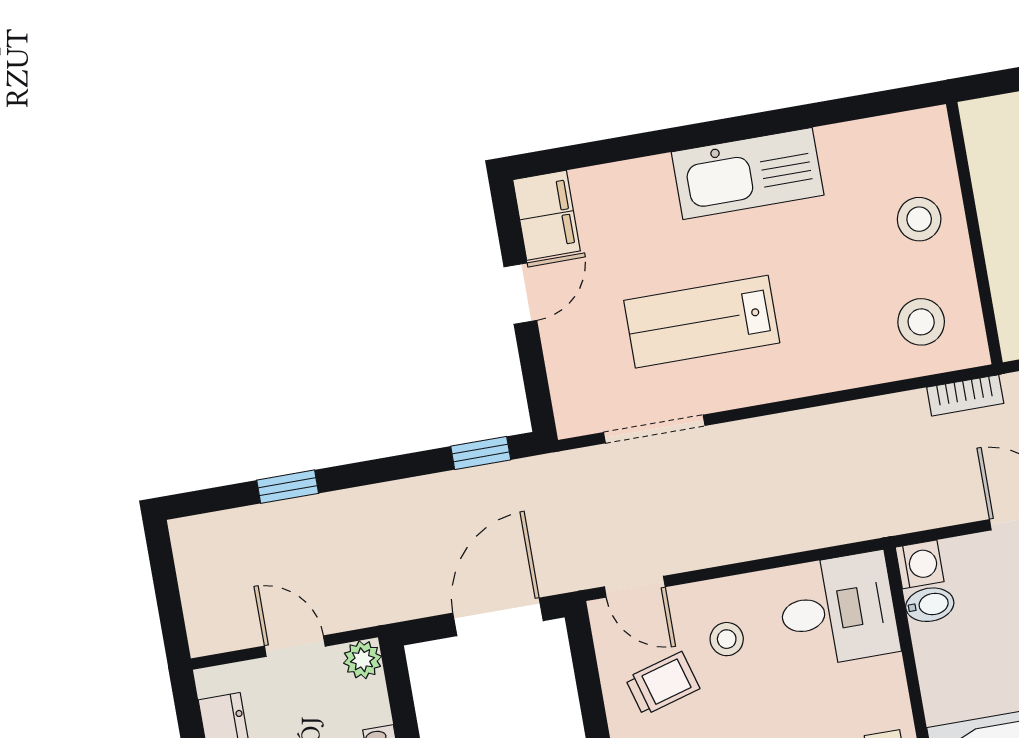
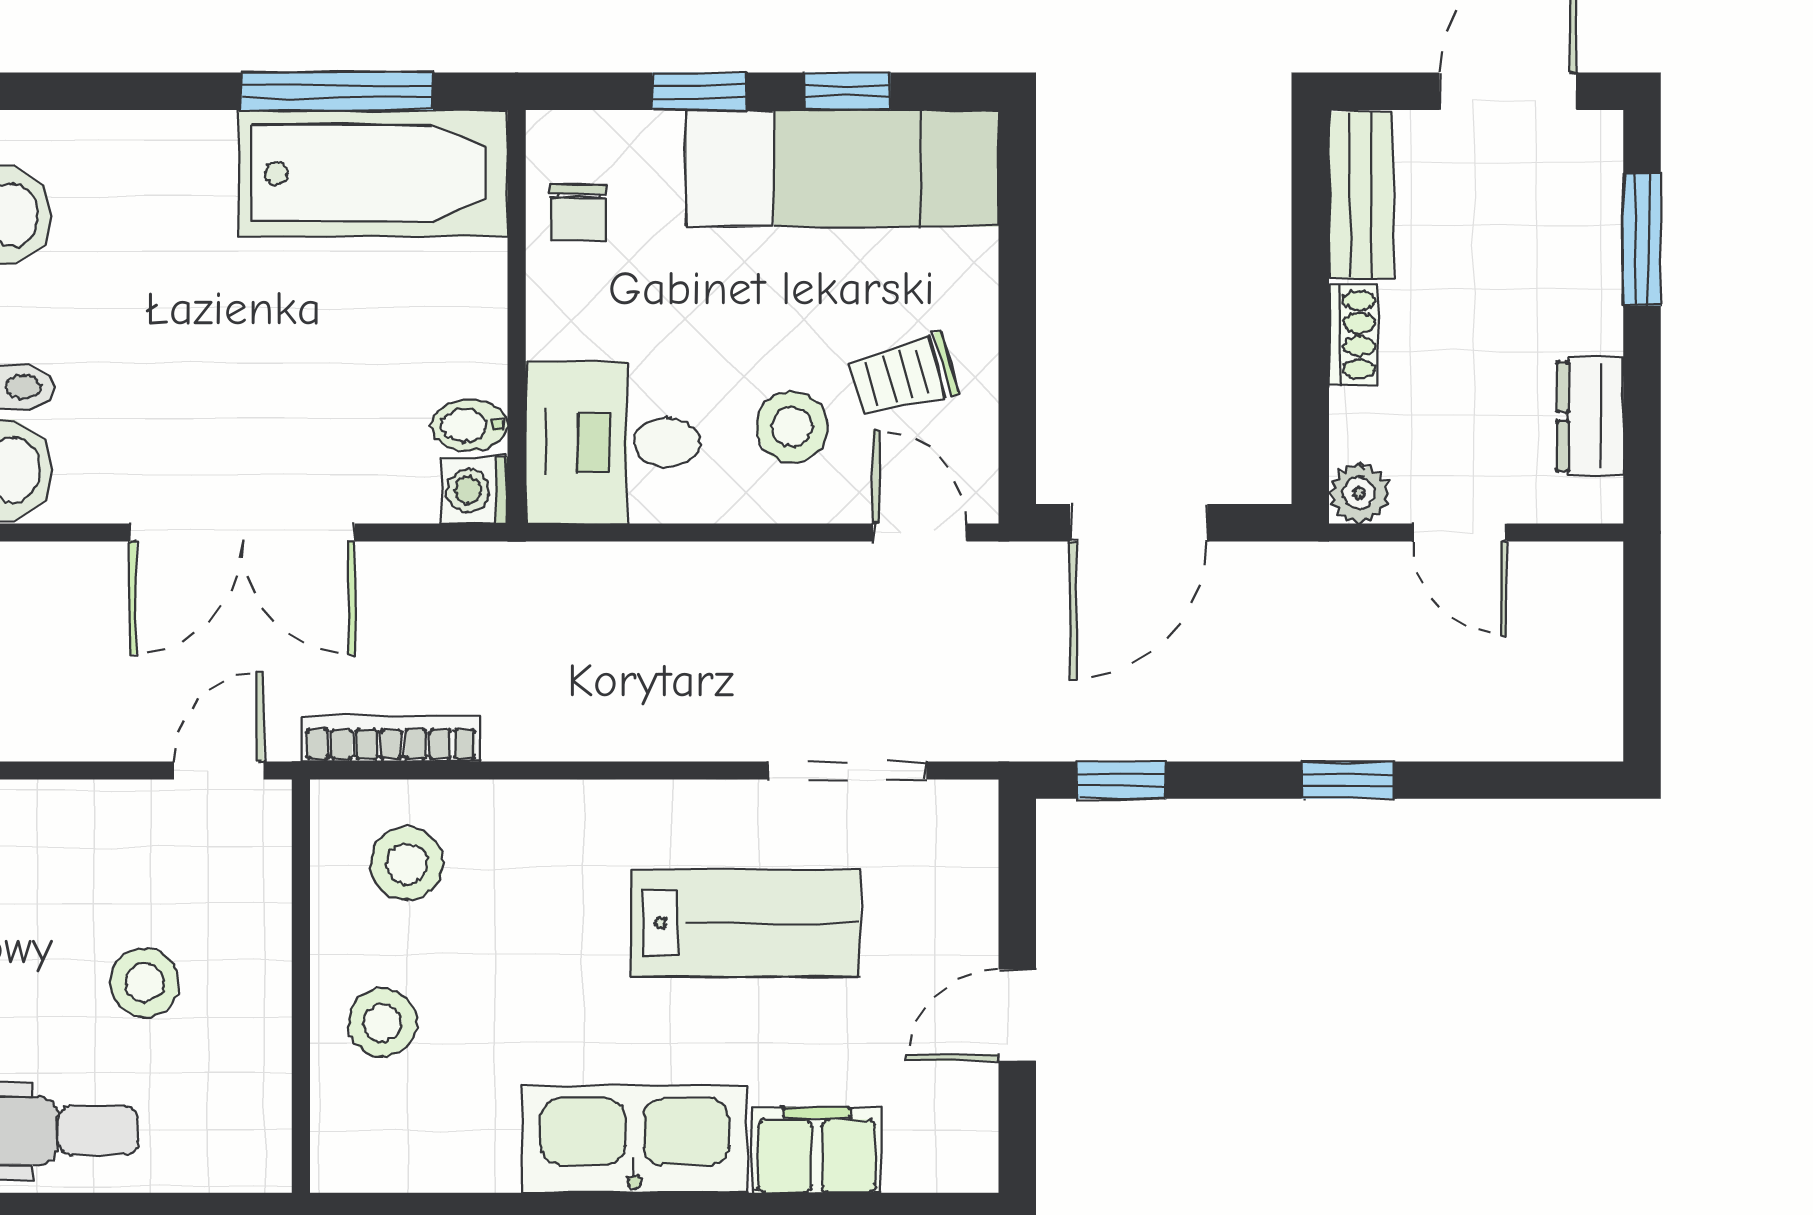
filing cabinet: (546, 215) -> (817, 1150), moved, turned 90
bookcase: (965, 395) -> (391, 739), width x1.56
window: (288, 487) -> (1348, 780), moved
stool: (727, 639) -> (792, 427), width x1.37, depth x1.37

